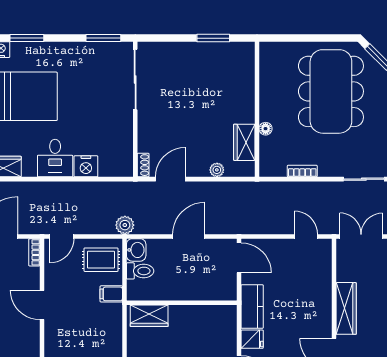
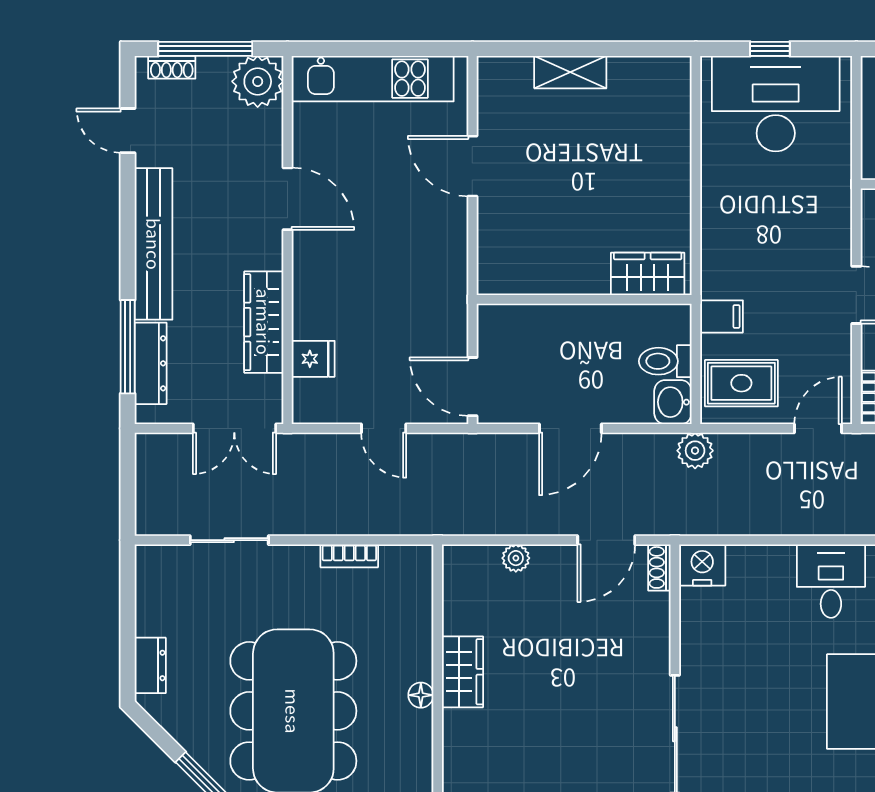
floor lamp: (266, 129) -> (421, 695), moved
wardrobe: (244, 142) -> (462, 672), moved
nightstand: (86, 166) -> (702, 565), moved
door: (306, 236) -> (384, 428), moved
kitchen counter: (252, 307) -> (447, 292), removed
wardrobe: (346, 308) -> (264, 322), moved
fridge: (252, 339) -> (313, 359), moved, turned 180

